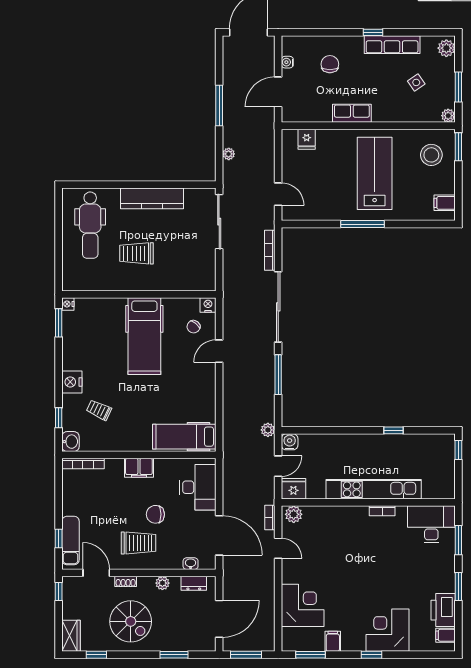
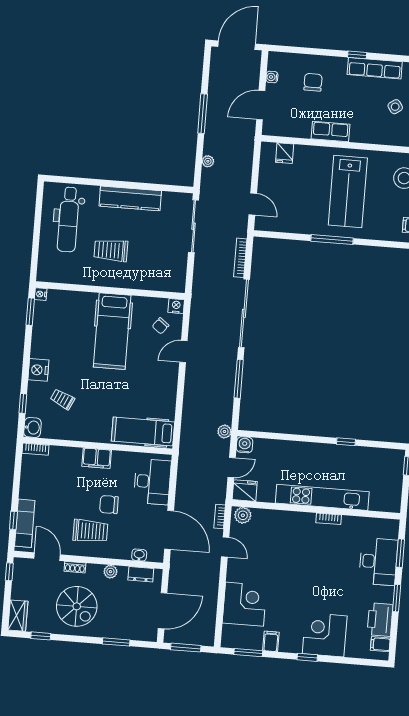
lab bench: (375, 173) -> (348, 191), turned 180
bookcase: (83, 464) -> (35, 449), width x0.64
desk: (431, 524) -> (378, 562), moved, turned 90

